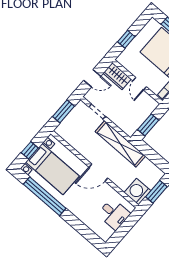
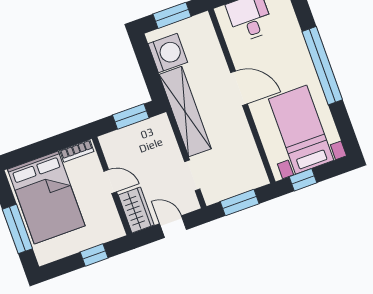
door: (140, 84) -> (110, 181), hinge flipped
window: (30, 150) -> (303, 180), moved
washing machine: (137, 192) -> (168, 53), moved, turned -90
window: (45, 196) -> (322, 66), moved

